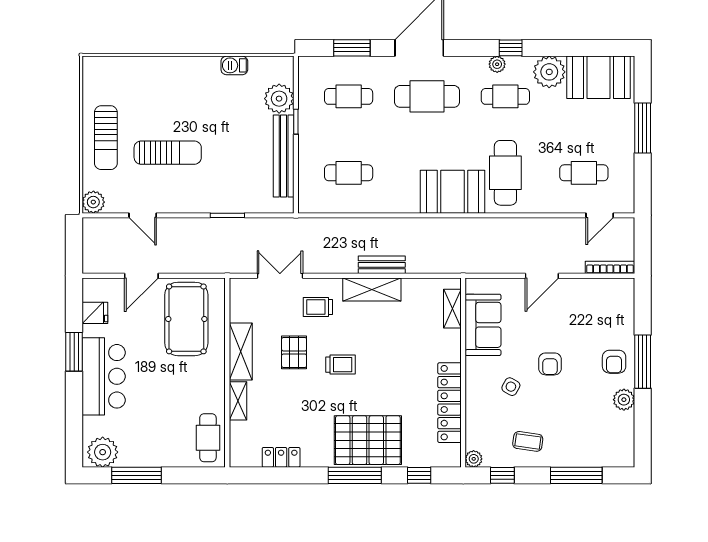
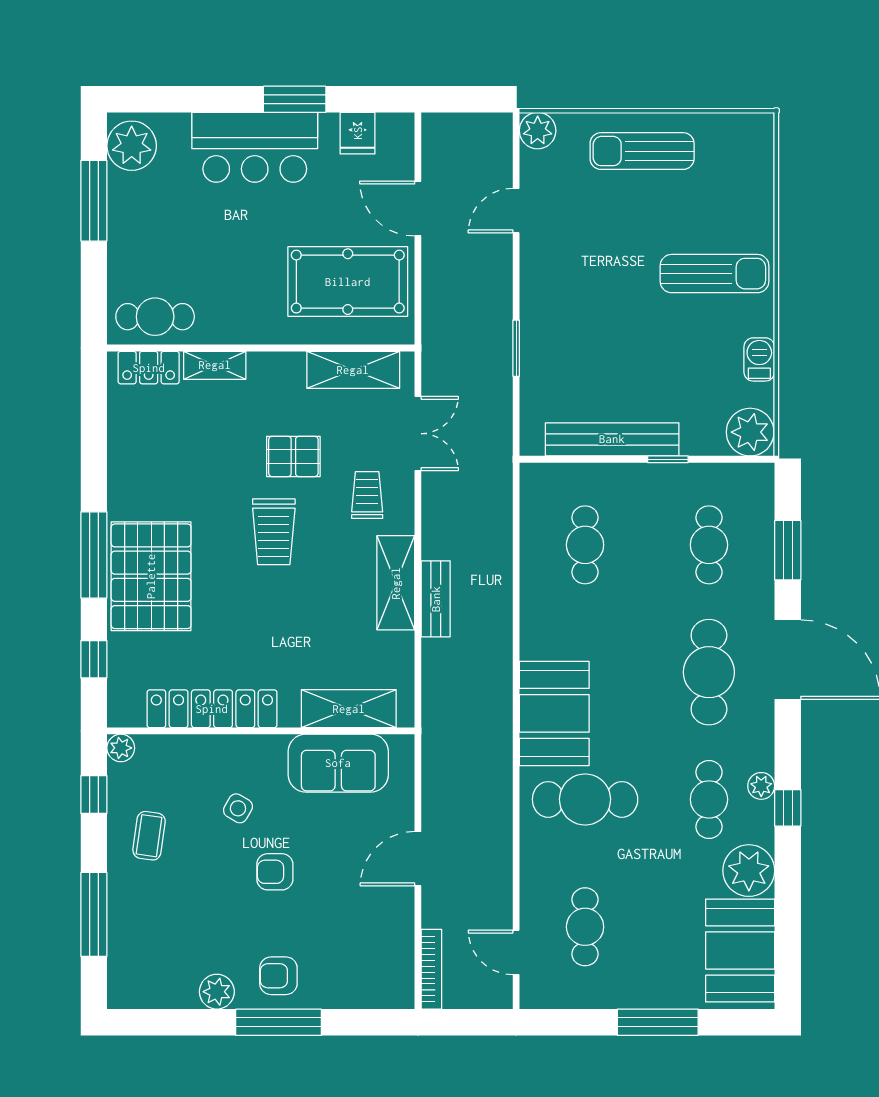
plant: (279, 99) -> (750, 432), moved
sun lounger: (168, 153) -> (715, 274), moved, turned -90
door: (542, 276) -> (418, 859), hinge flipped
shelving: (452, 309) -> (349, 709), width x1.50, depth x1.33
shelving: (241, 352) -> (353, 370), moved
trolley: (341, 365) -> (274, 532), width x1.36, depth x1.39
locker: (281, 457) -> (149, 368), moved, turned 90

